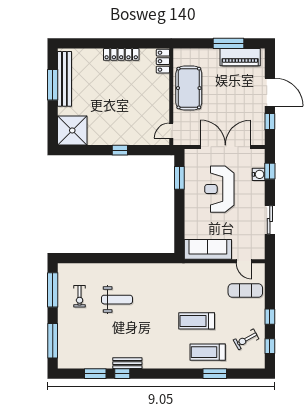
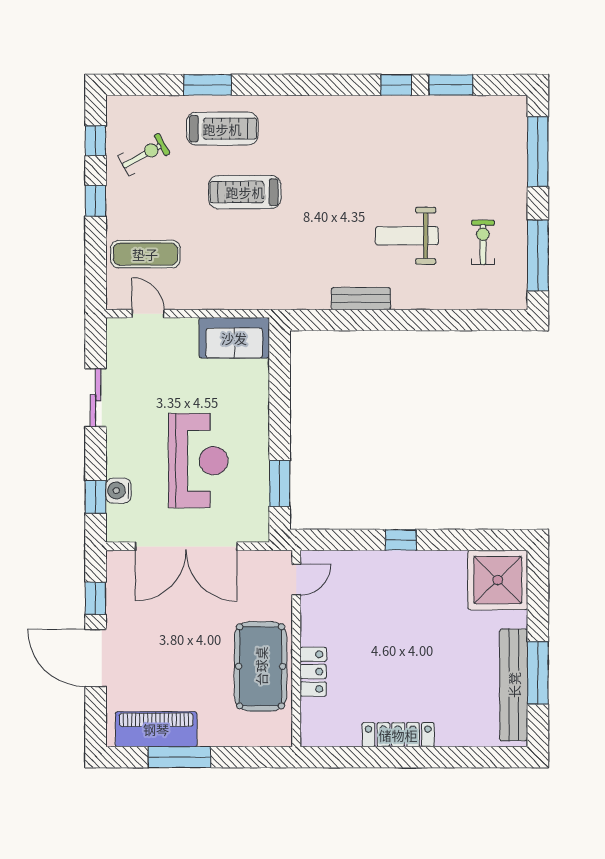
locker: (163, 61) -> (313, 672), moved
sofa: (208, 249) -> (234, 338), width x0.73
treadmill: (197, 321) -> (245, 192), turned 180
bench: (127, 363) -> (361, 299), moved

